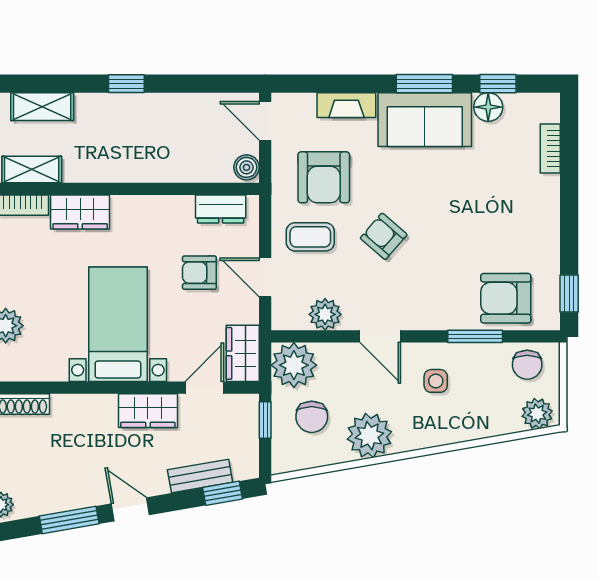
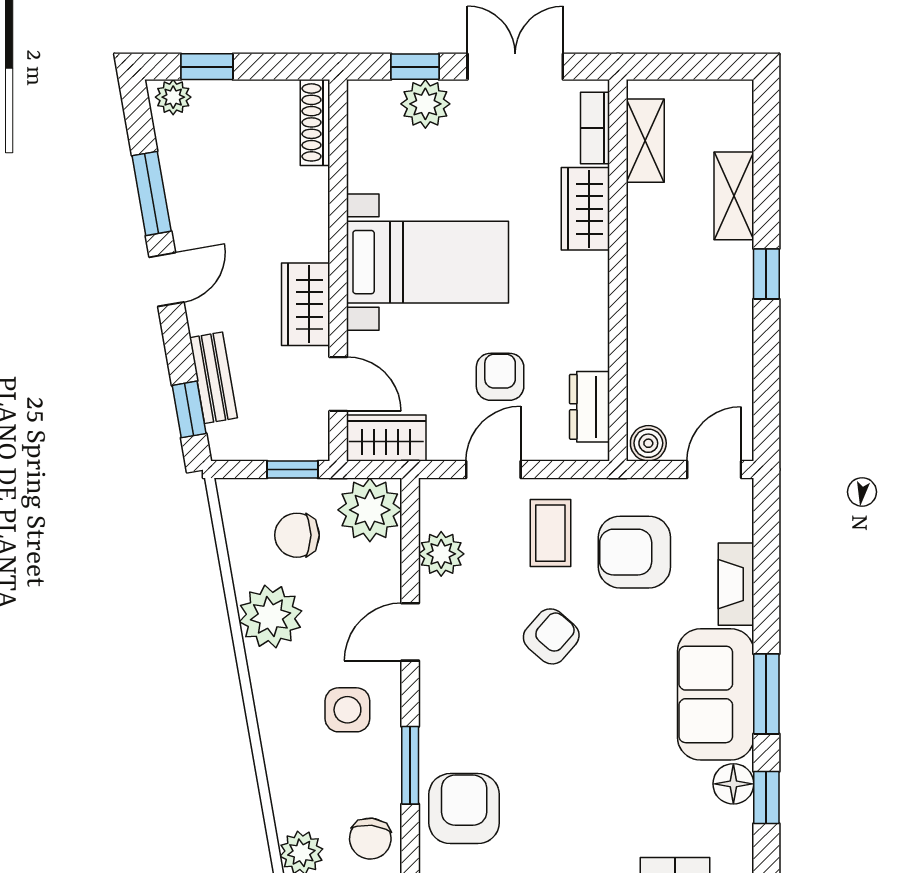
shelving: (42, 107) -> (734, 196), moved
chair: (527, 365) -> (370, 839), turned -84
side table: (436, 381) -> (347, 710), width x1.37, depth x1.37

